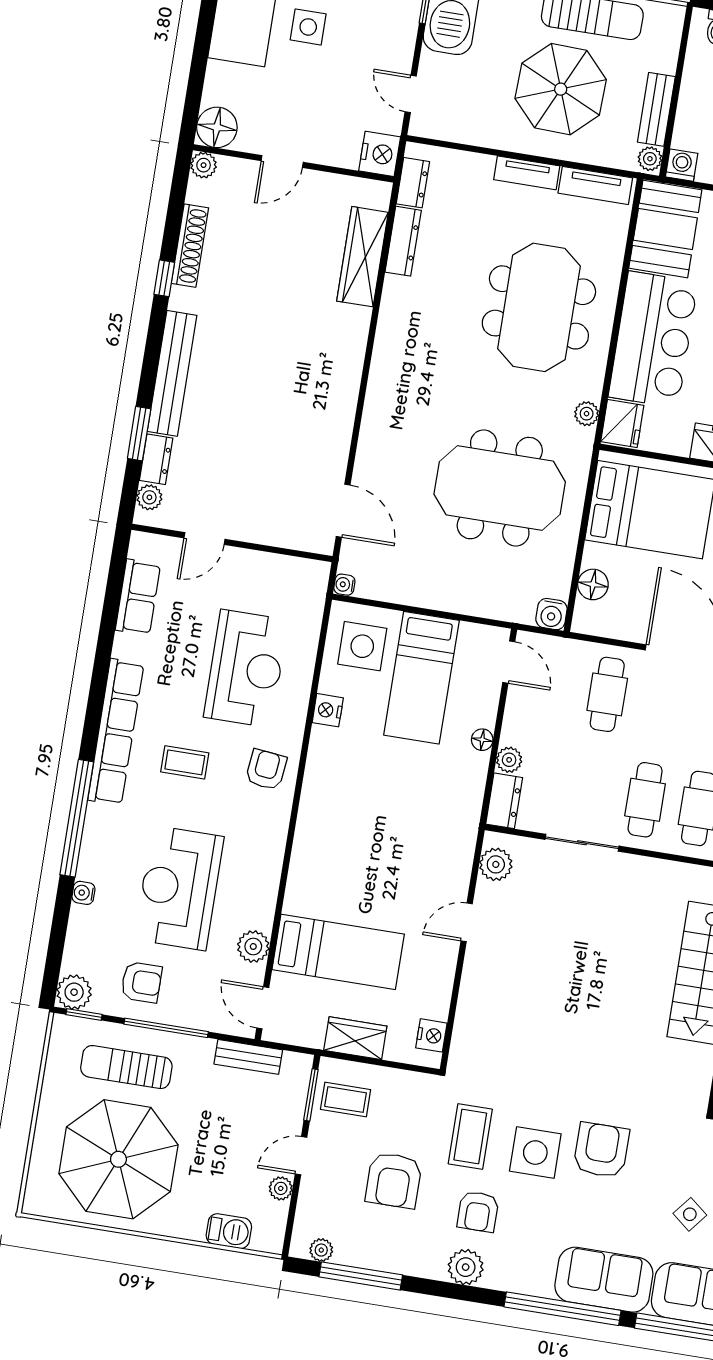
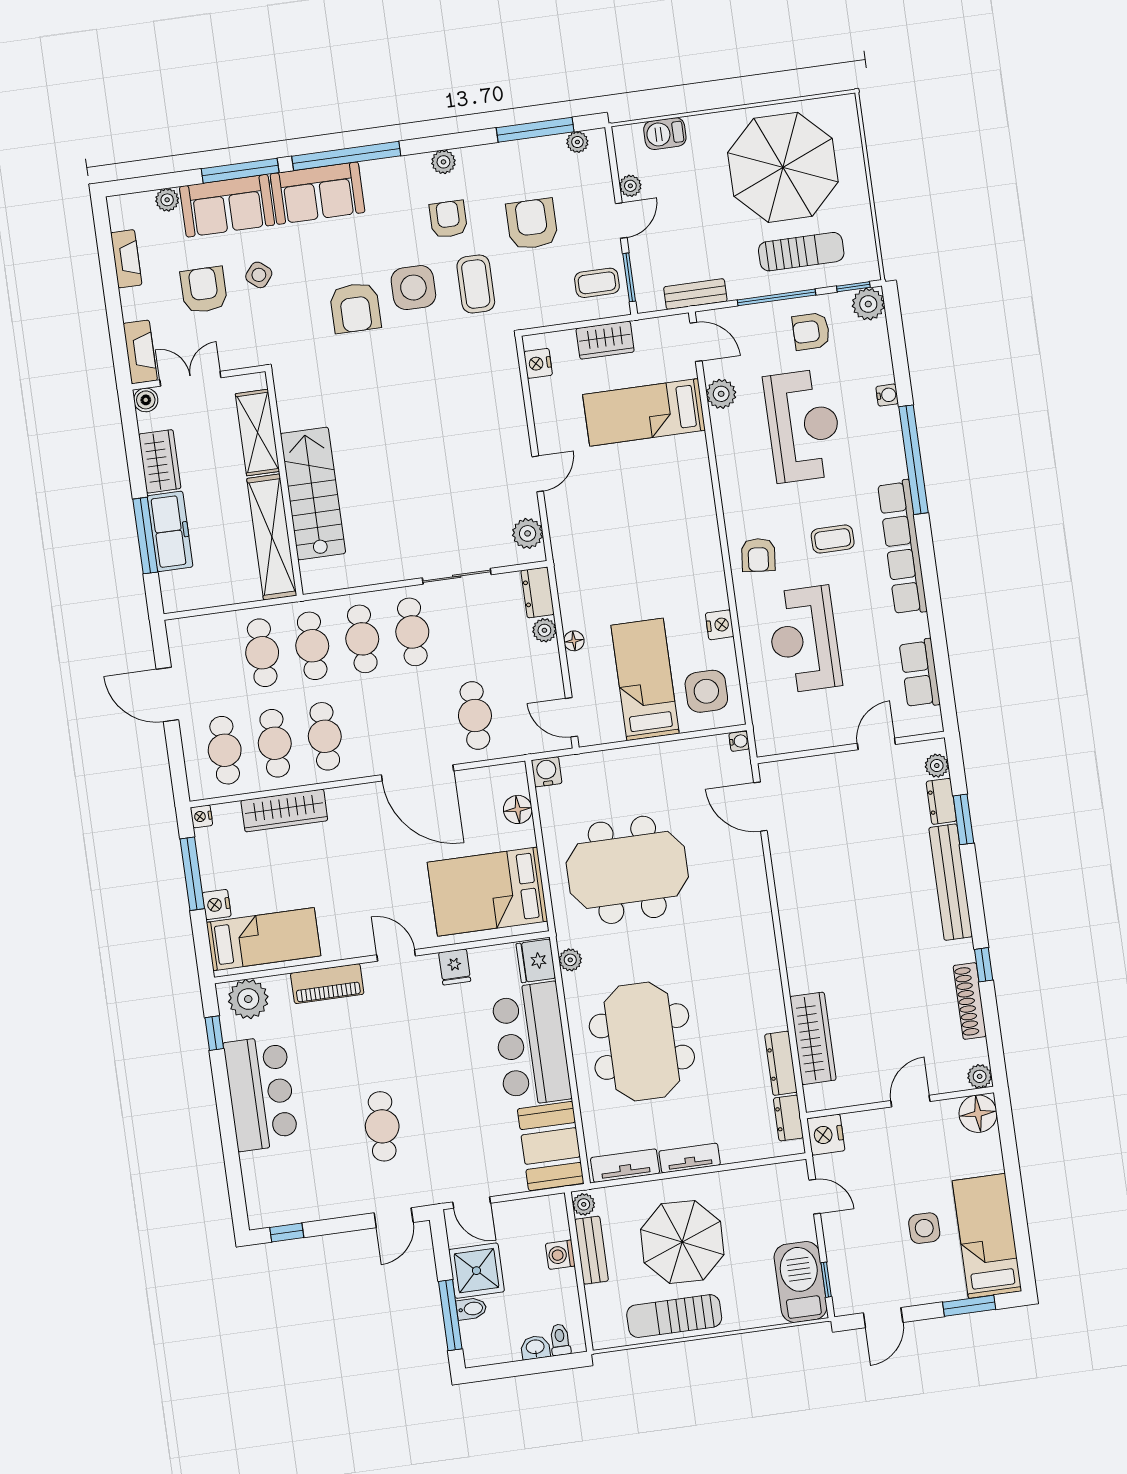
washing machine: (682, 165) -> (560, 1255), moved, turned 90
plant: (466, 1267) -> (443, 162), width x0.73, depth x0.73

